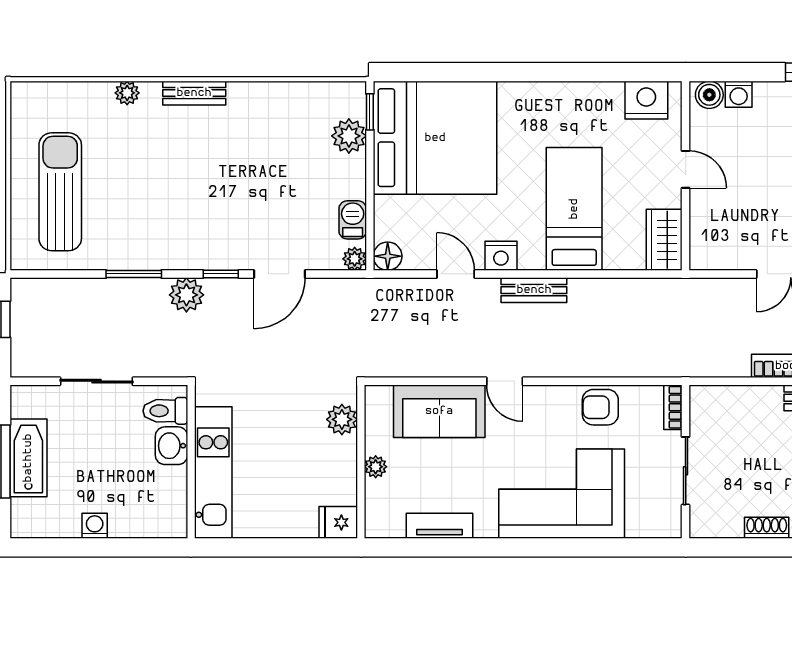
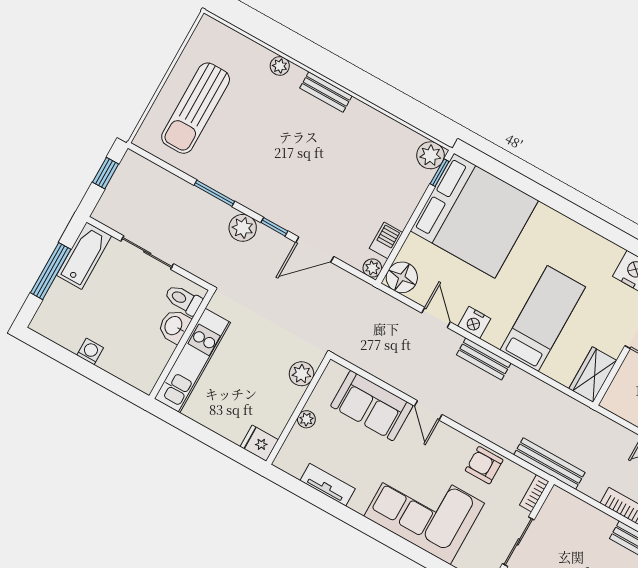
plant: (349, 136) -> (430, 155), moved
sun lounger: (60, 192) -> (196, 108), turned 180
floor lamp: (388, 256) -> (402, 277), width x1.38, depth x1.38
bench: (671, 365) -> (549, 464), added
bathtub: (28, 458) -> (84, 256), moved

